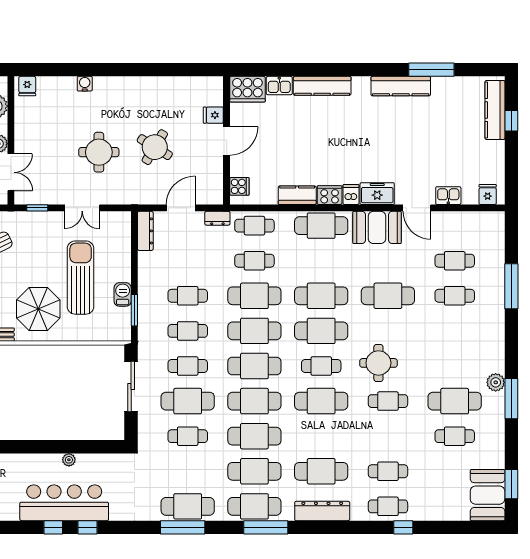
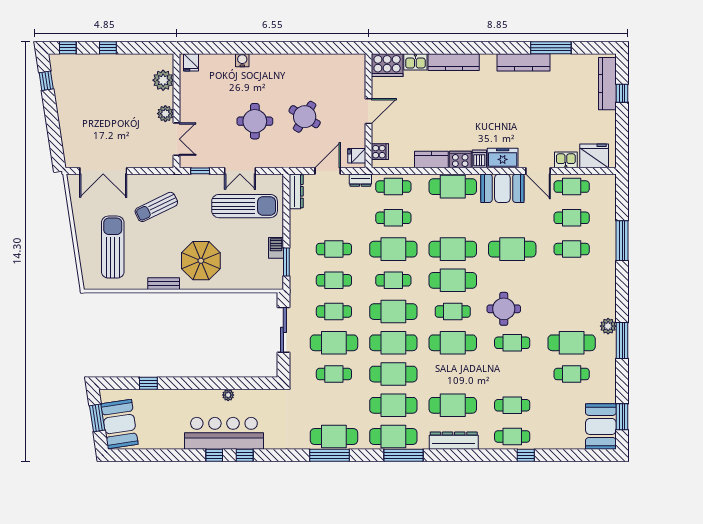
fridge: (213, 115) -> (357, 156), moved
fridge: (488, 195) -> (594, 156), width x1.88, depth x1.34
cafe table: (455, 226) -> (572, 187), added
sun lounger: (81, 278) -> (245, 206), moved, turned 90
cafe table: (254, 331) -> (393, 280), width x0.73, depth x0.74

